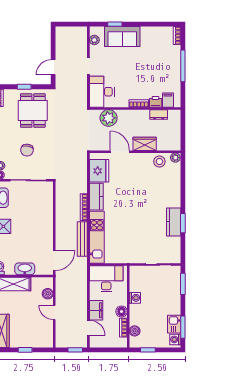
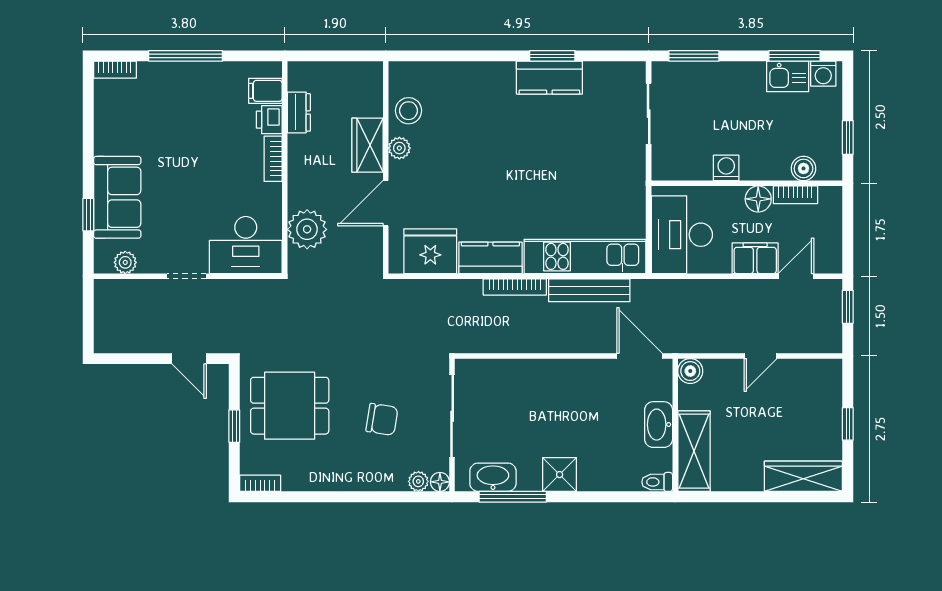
plant: (175, 158) -> (399, 148), moved
boiler: (48, 294) -> (690, 371), moved

